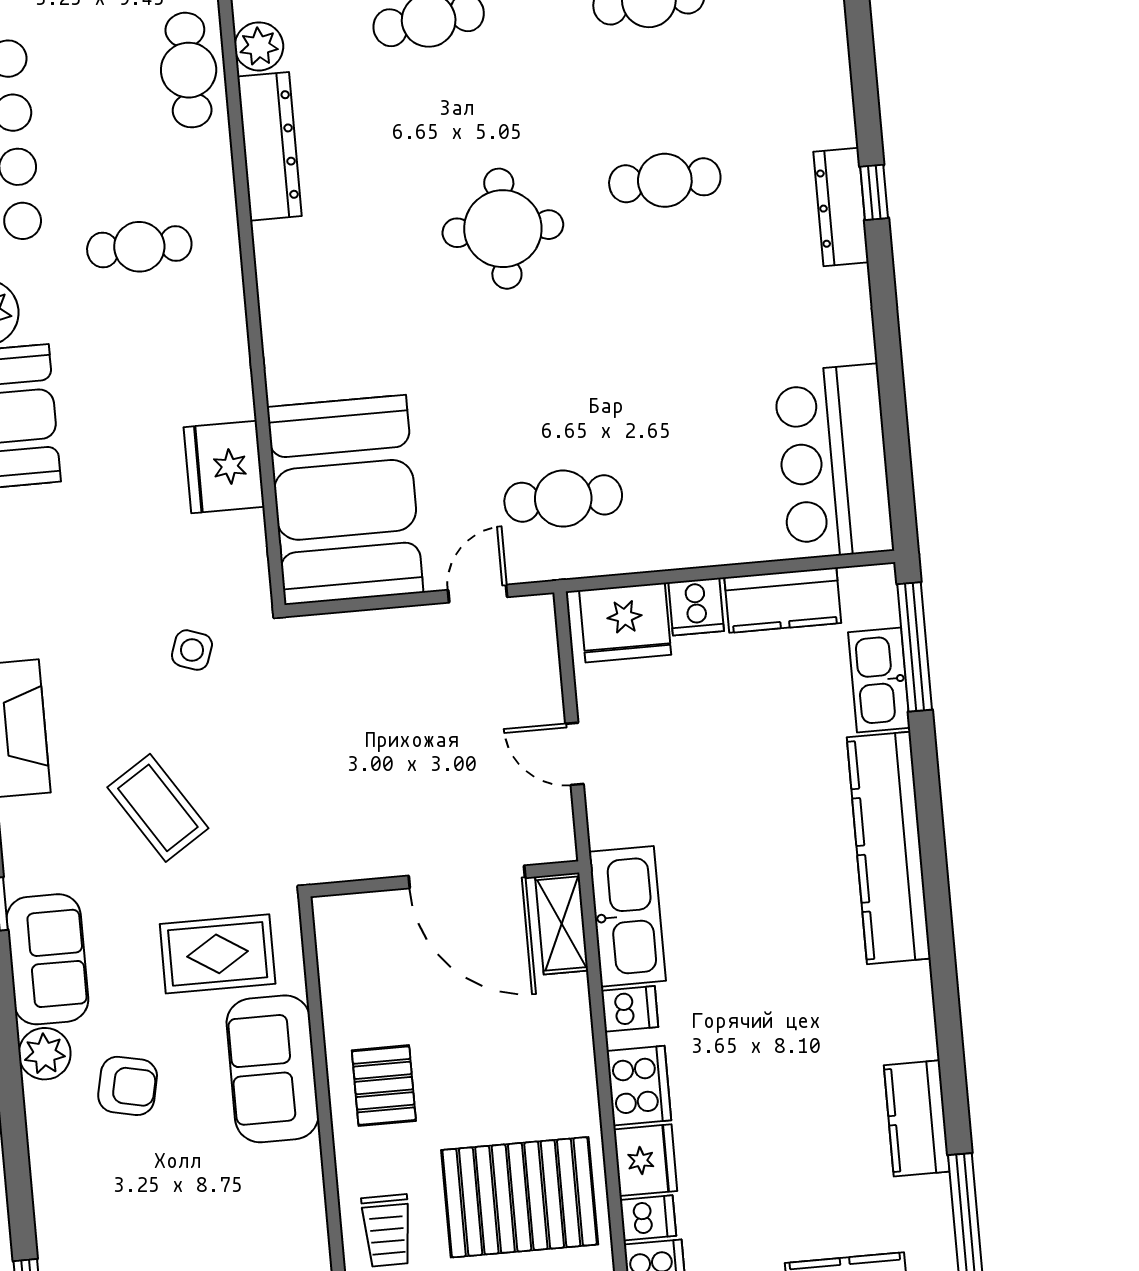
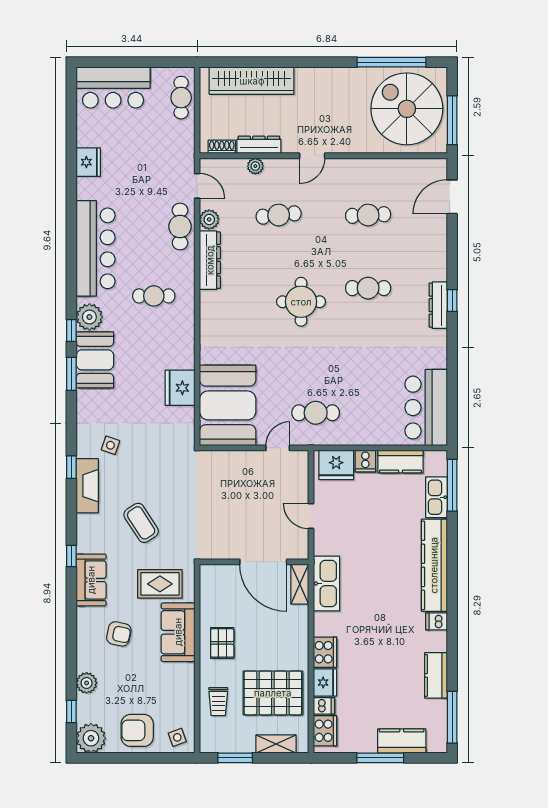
side table: (192, 650) -> (110, 445), moved
dishwasher: (630, 1009) -> (436, 621), moved, turned 180
plant: (45, 1054) -> (87, 683), moved

